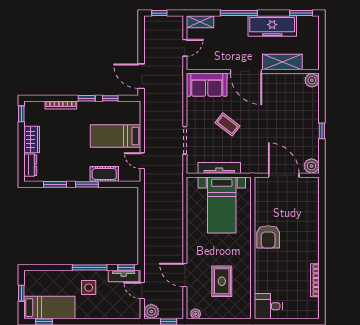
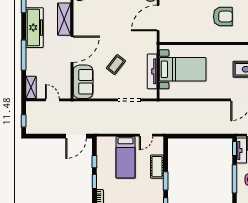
armchair: (268, 237) -> (223, 17), moved

